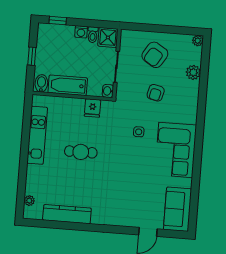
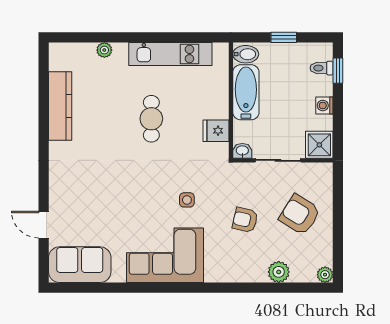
toilet: (93, 35) -> (322, 68), moved
plant: (29, 201) -> (104, 50), moved

